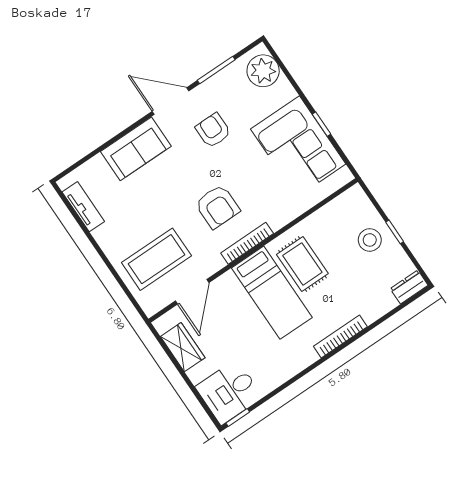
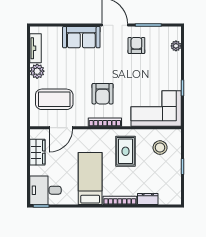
plant: (263, 71) -> (176, 46), width x0.53, depth x0.53
armchair: (213, 130) -> (136, 45), moved
corner sofa: (298, 146) -> (156, 108), moved, turned 90
plant: (107, 237) -> (37, 71), added
stool: (370, 240) -> (160, 148), moved
dresser: (409, 287) -> (148, 199), moved
bed: (272, 293) -> (90, 178), moved, turned 180

